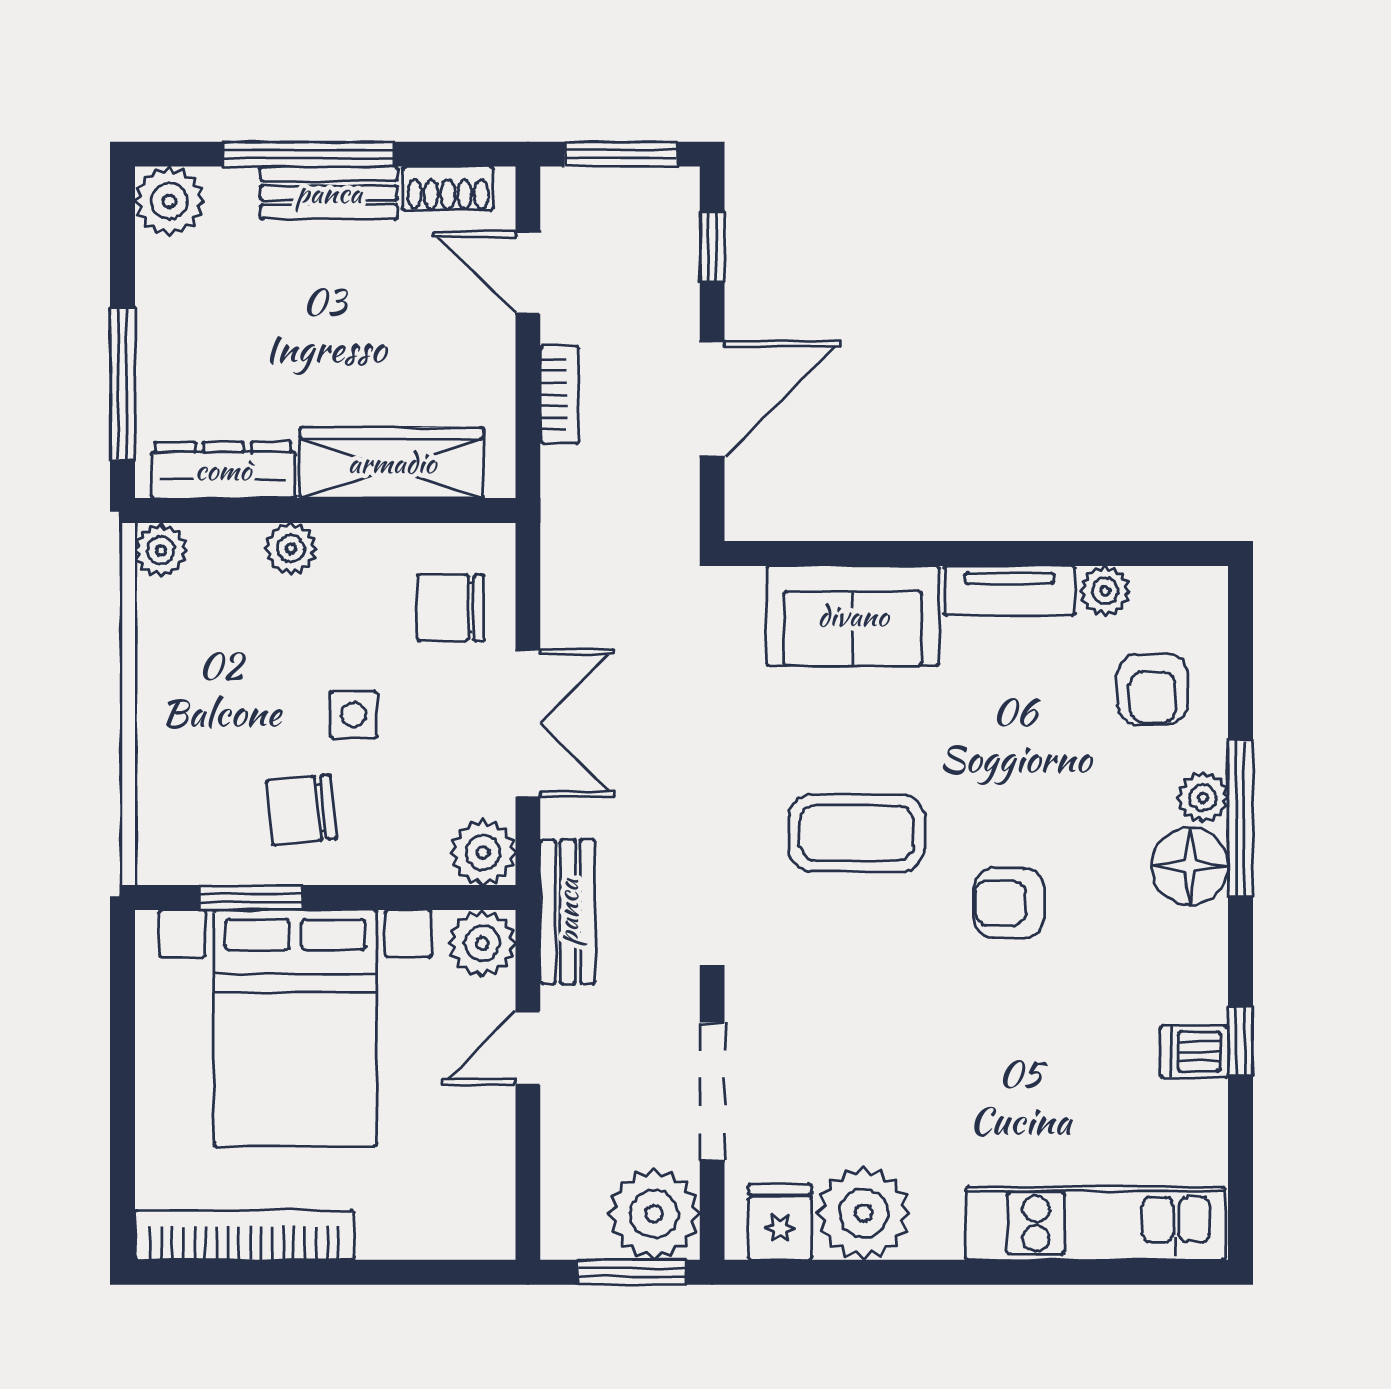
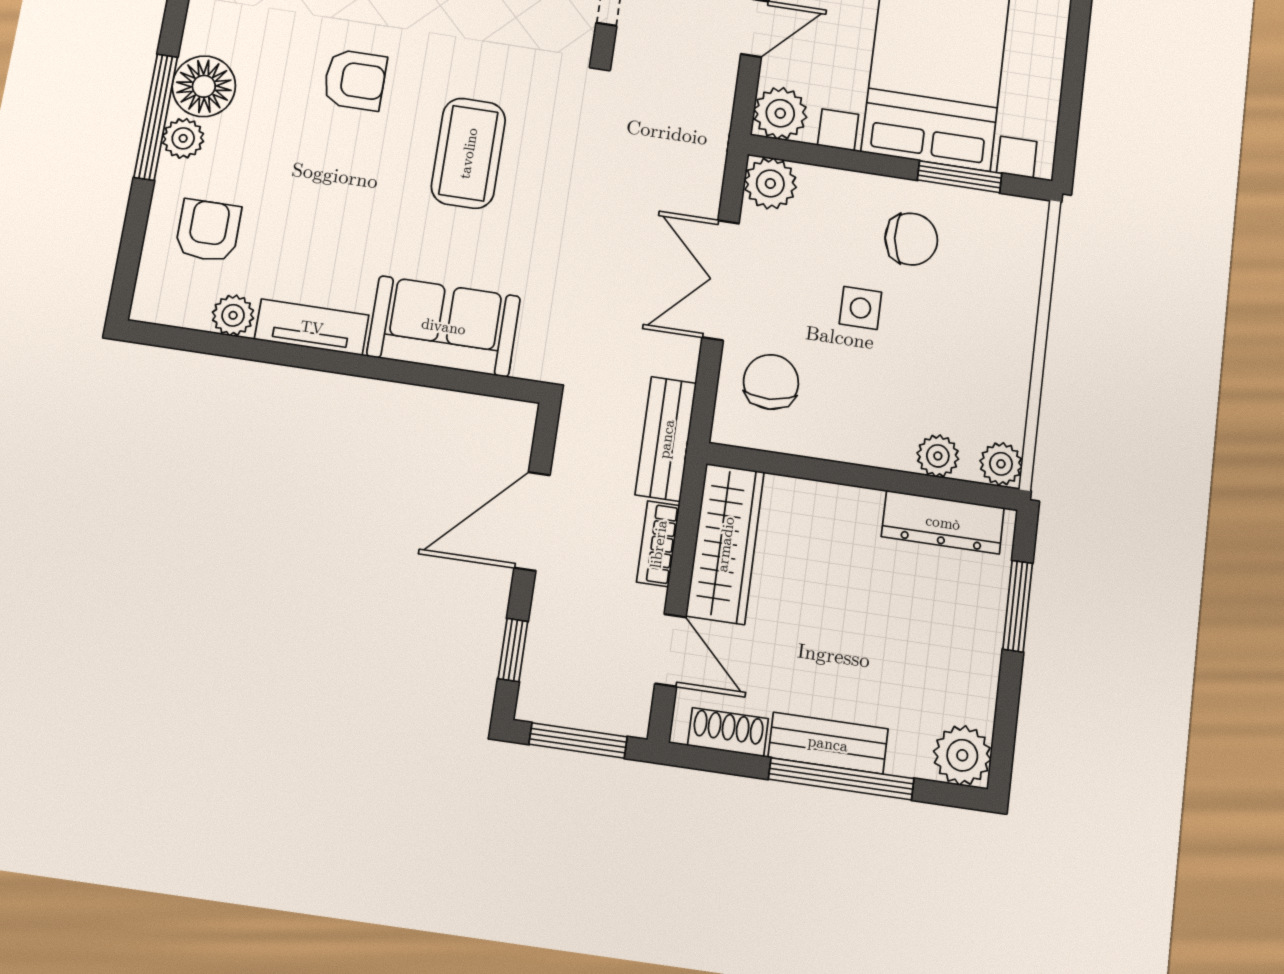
window: (122, 384) -> (1018, 606), width x0.69
wardrobe: (392, 463) -> (725, 544), moved, turned -90
plant: (291, 548) -> (938, 456), moved
chair: (451, 608) -> (771, 382), turned -93
coffee table: (857, 833) -> (468, 153), turned 90
bench: (568, 912) -> (666, 439), moved

